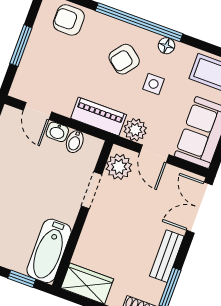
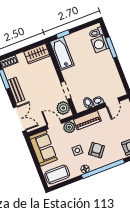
door: (37, 111) -> (112, 102), swing flipped

